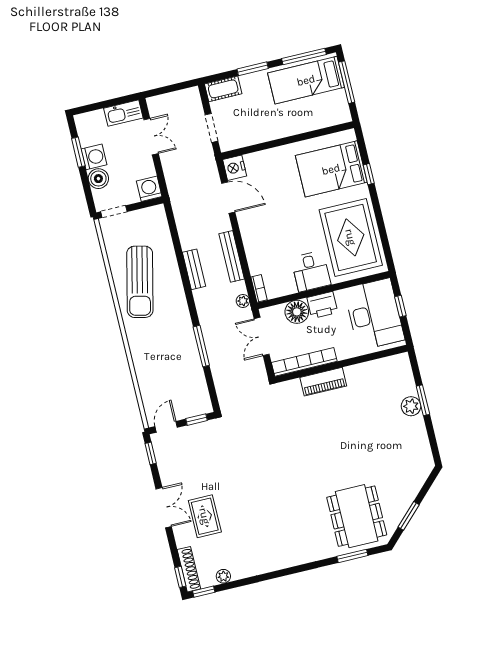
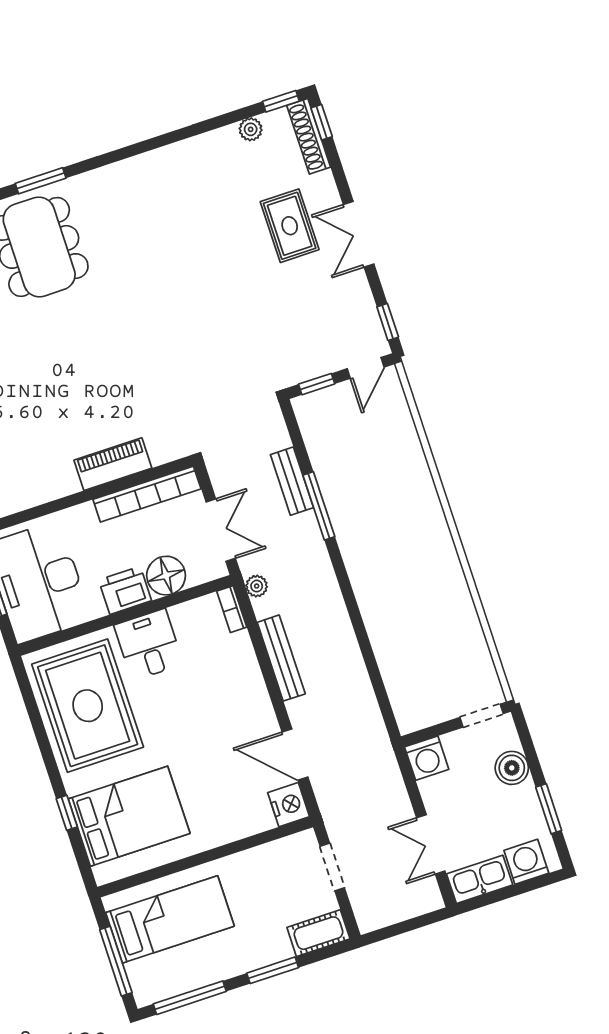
bed: (306, 80) -> (170, 919), moved
washing machine: (94, 157) -> (526, 862), moved, turned 90
bench: (194, 269) -> (292, 481), moved
sun lounger: (140, 282) -> (429, 603), removed

